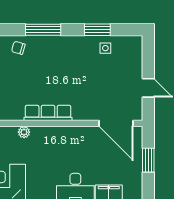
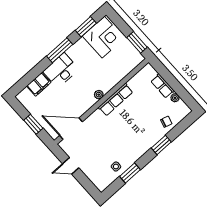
window: (43, 30) -> (161, 145), width x0.69
plant: (24, 132) -> (99, 95), moved

